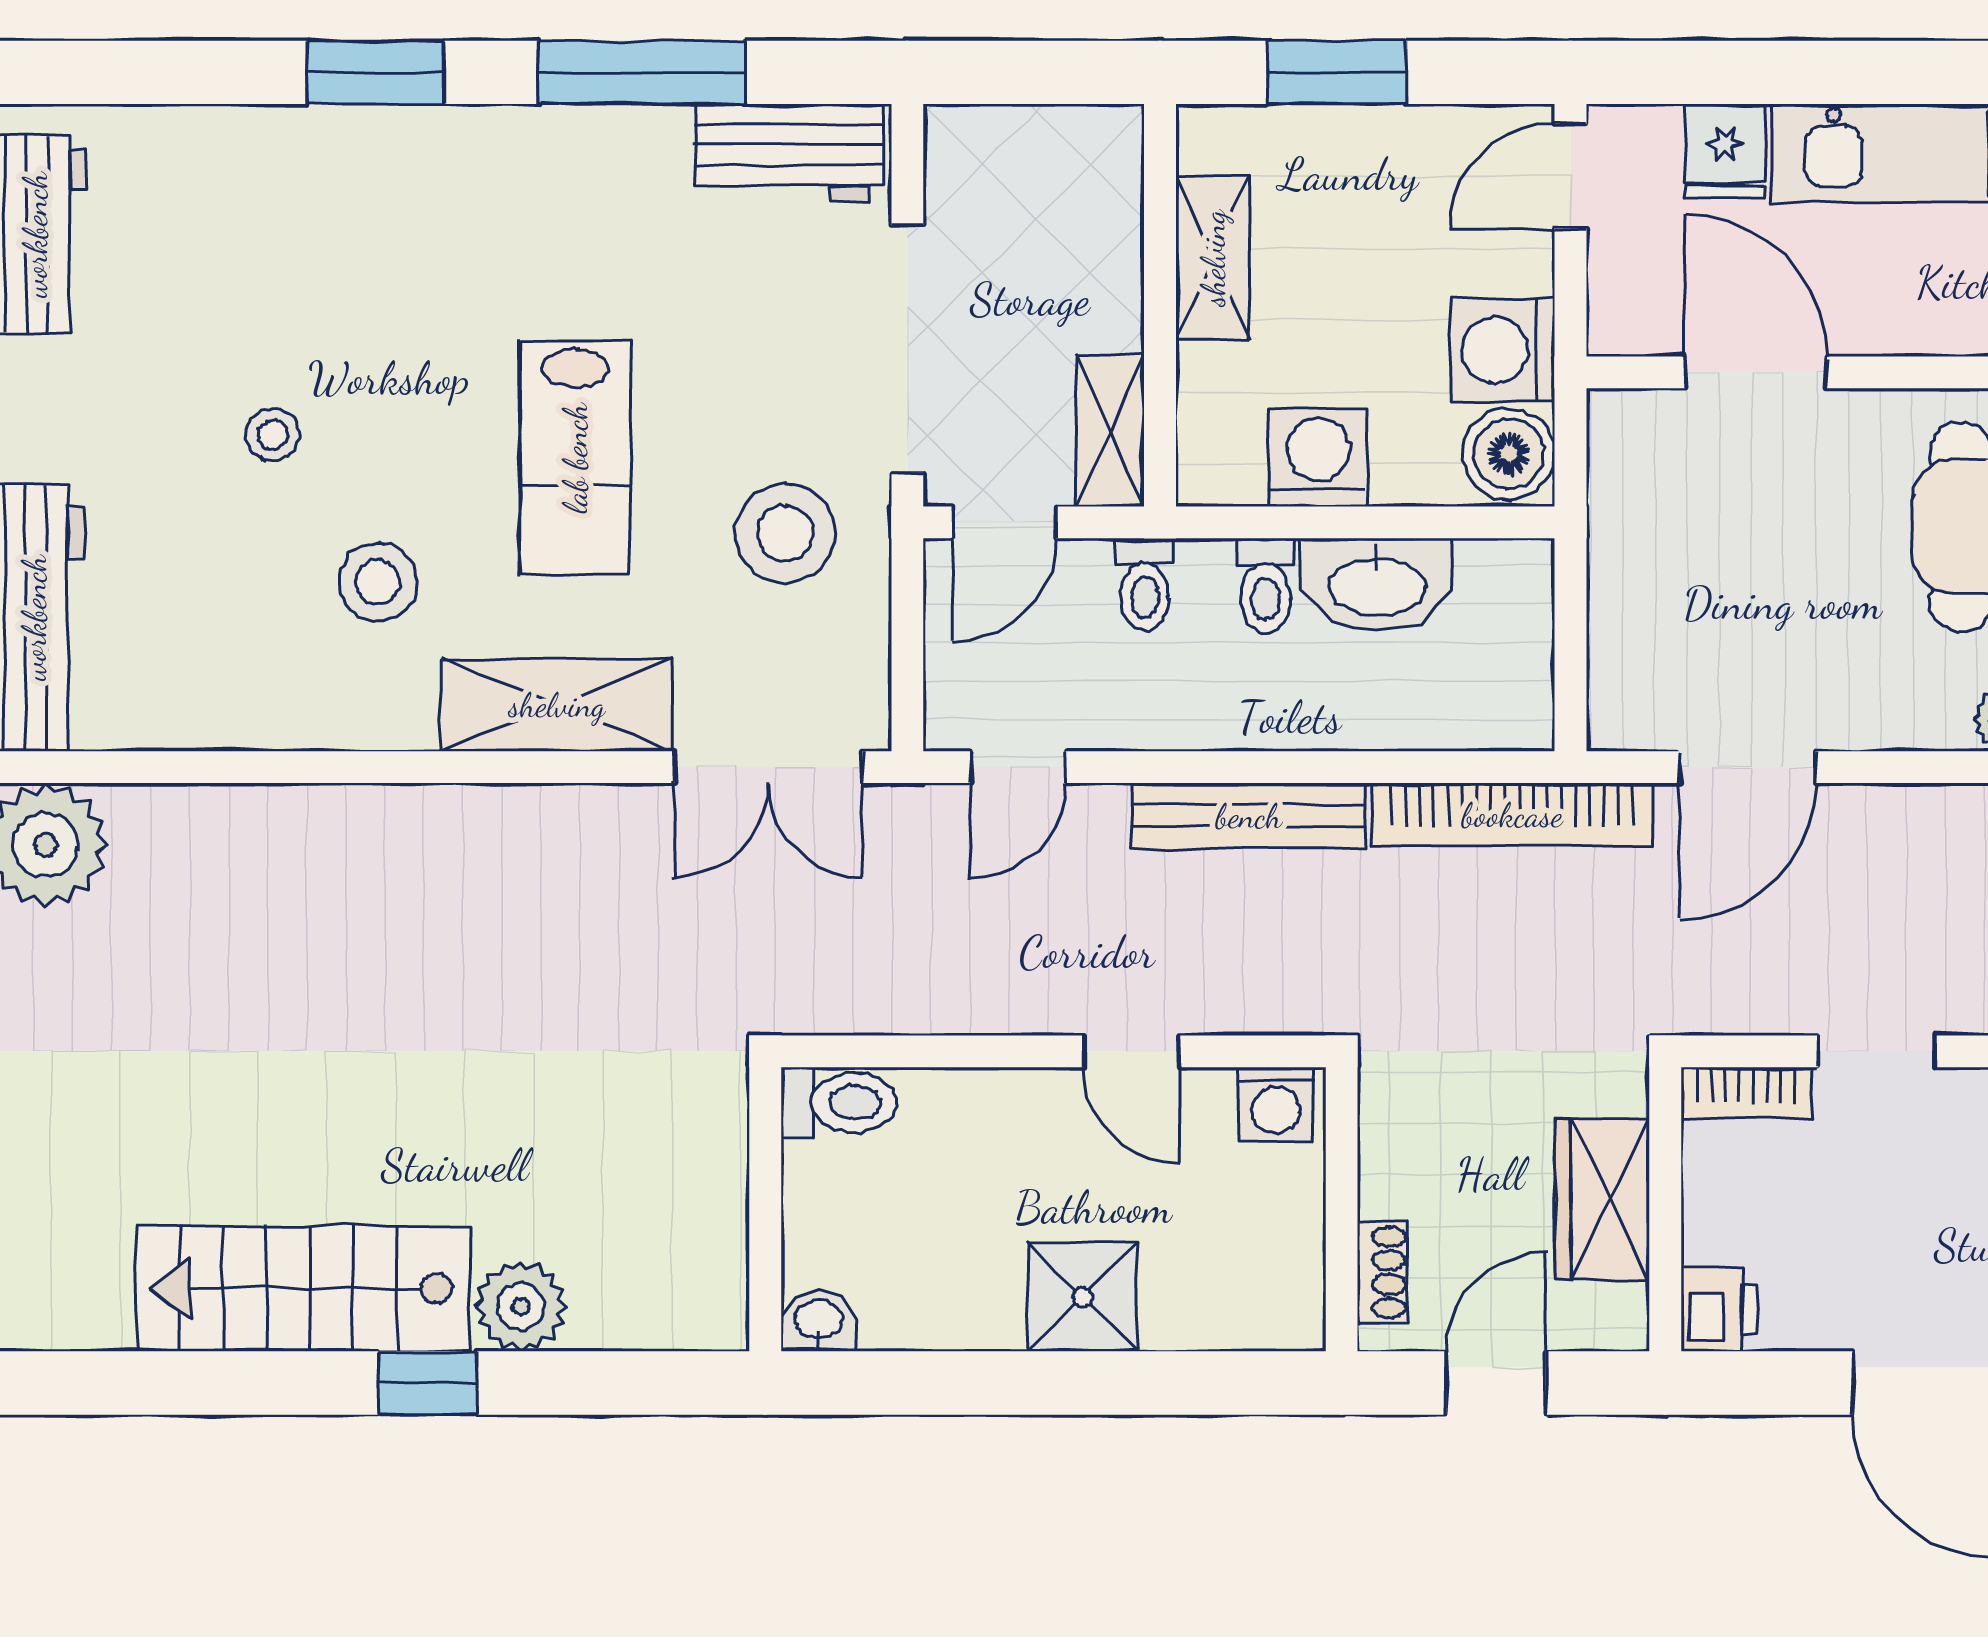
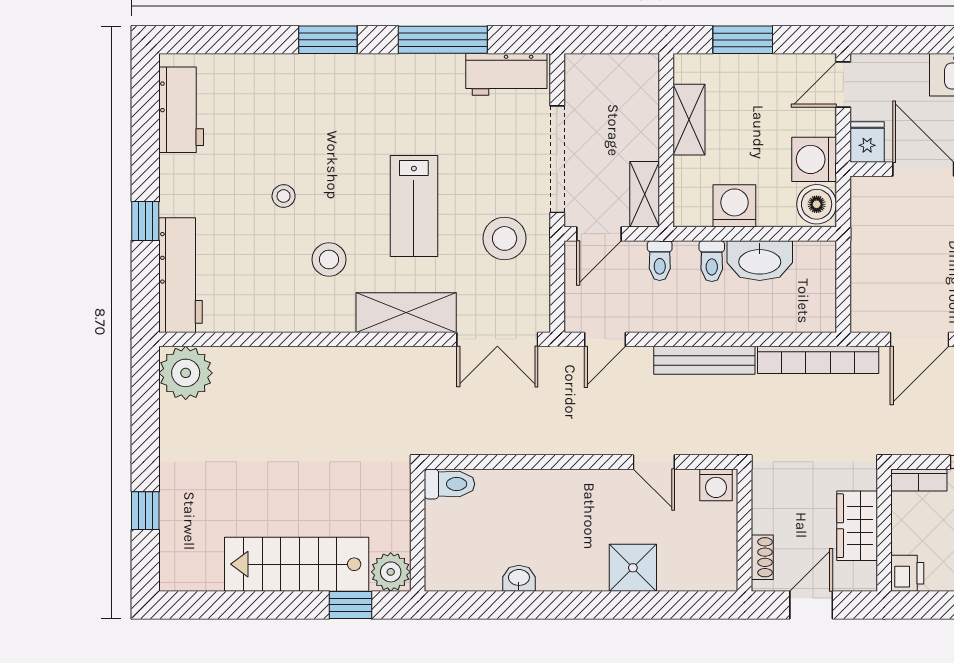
fridge: (1725, 151) -> (867, 142), moved, turned 180
toilet: (839, 1102) -> (450, 484), moved
wall: (765, 1209) -> (418, 530), moved

